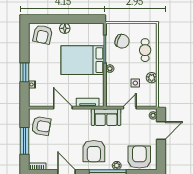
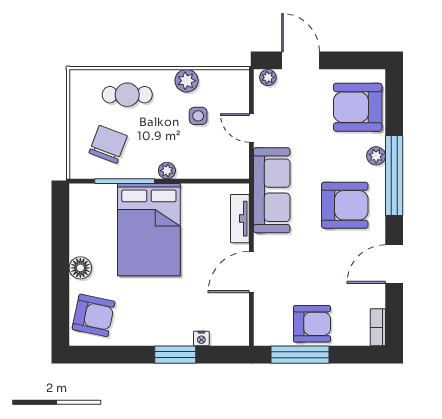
sofa: (106, 117) -> (272, 190), width x1.36
armchair: (41, 126) -> (312, 324), moved, turned 80
window: (25, 141) -> (300, 355), moved

